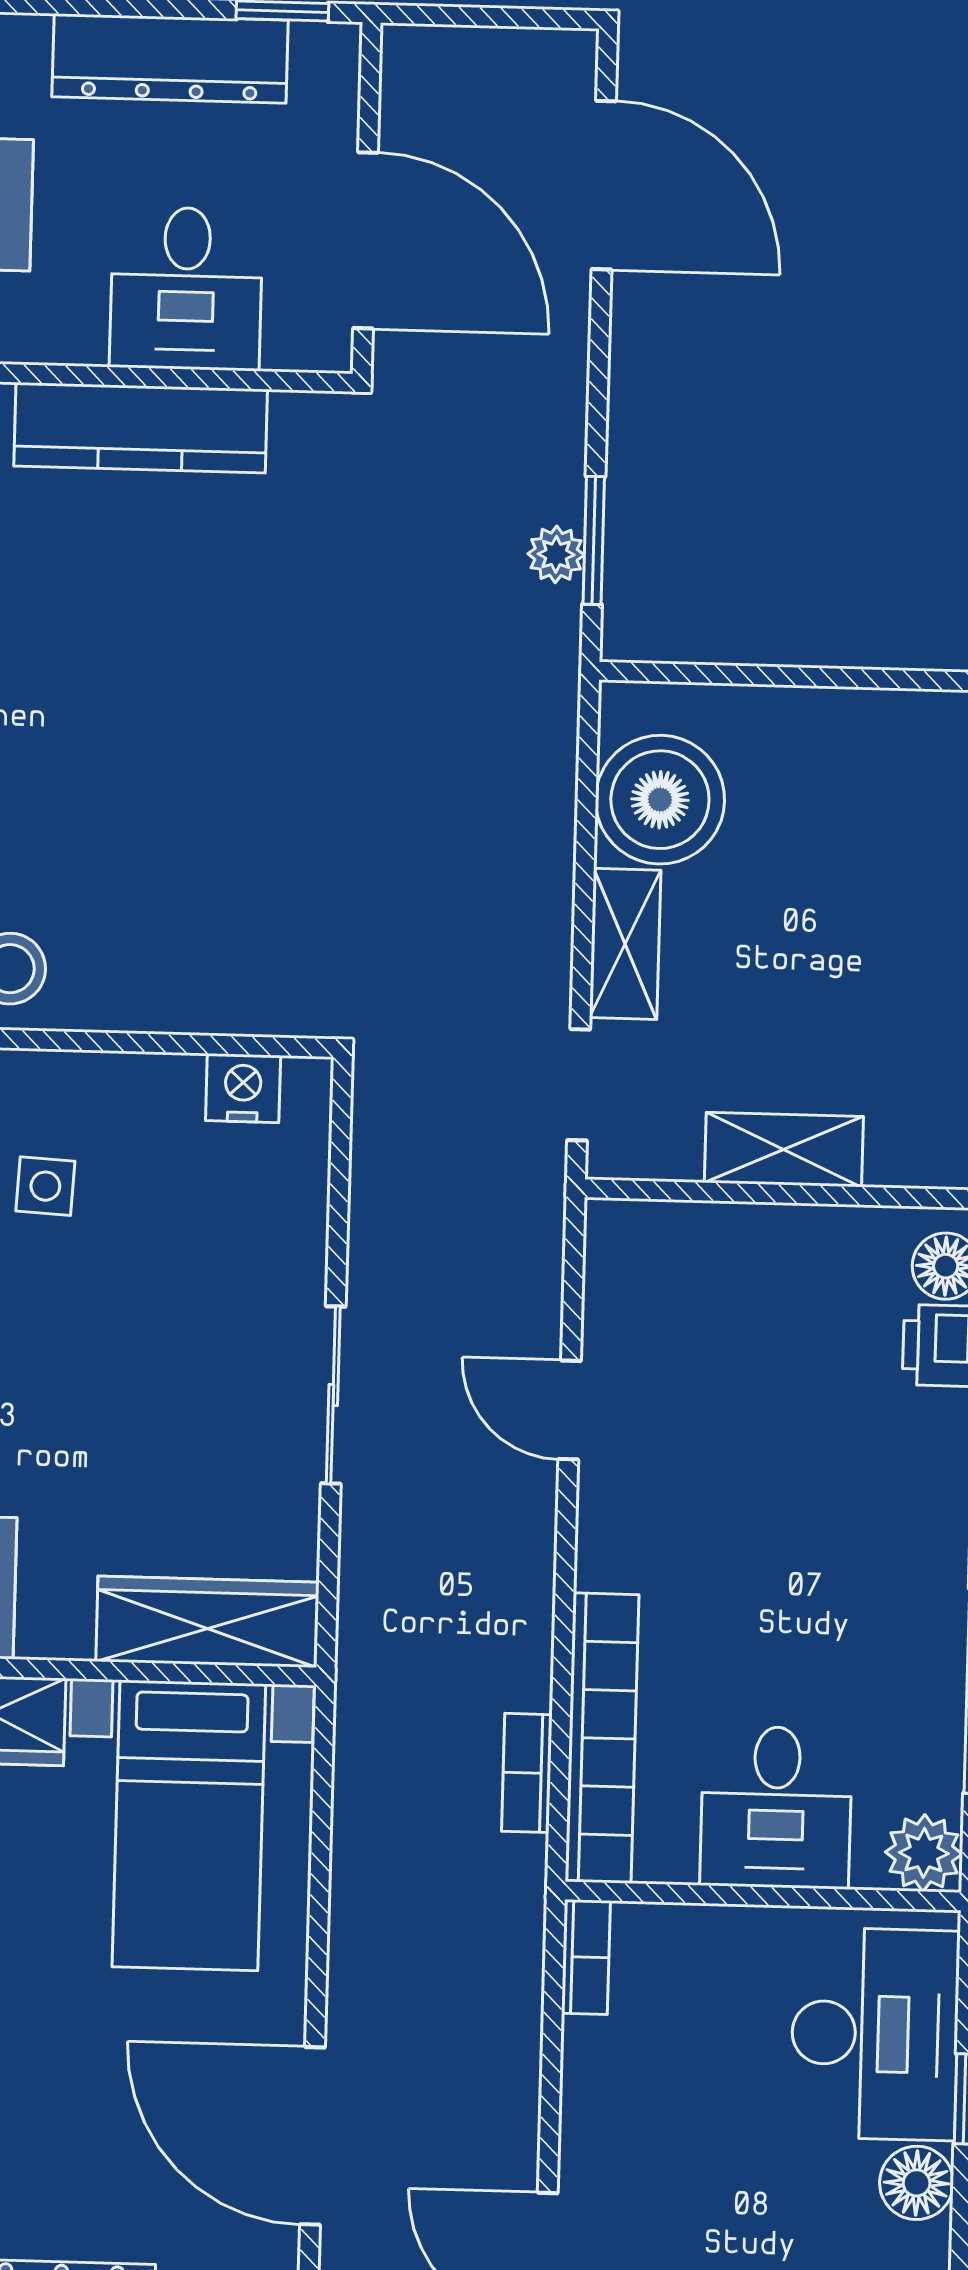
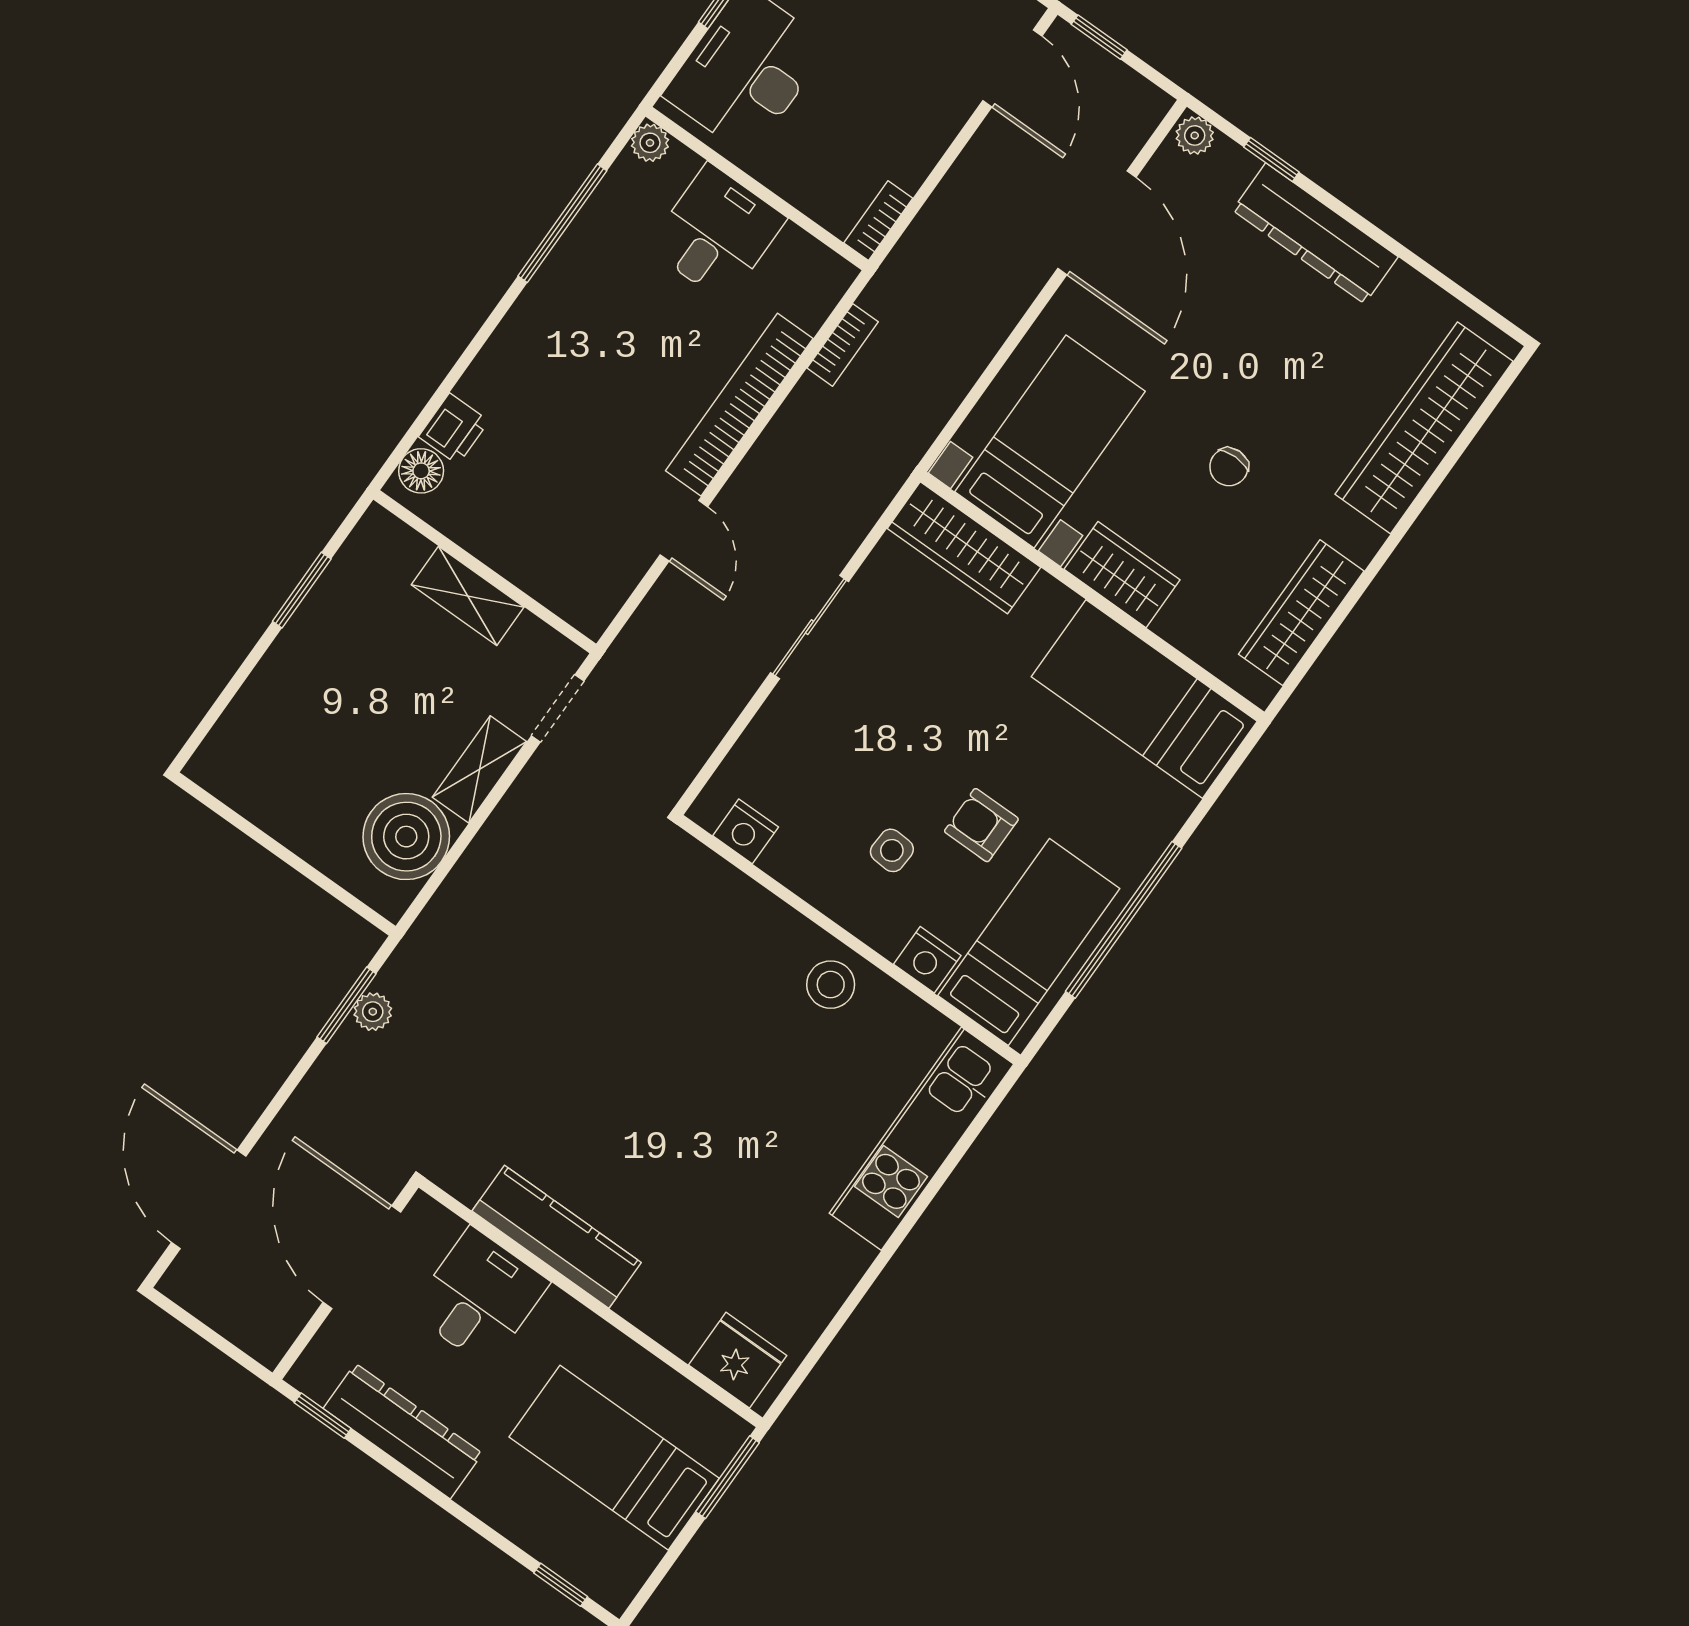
bookcase: (602, 1738) -> (739, 405), moved
plant: (924, 1853) -> (650, 143), width x0.73, depth x0.73

